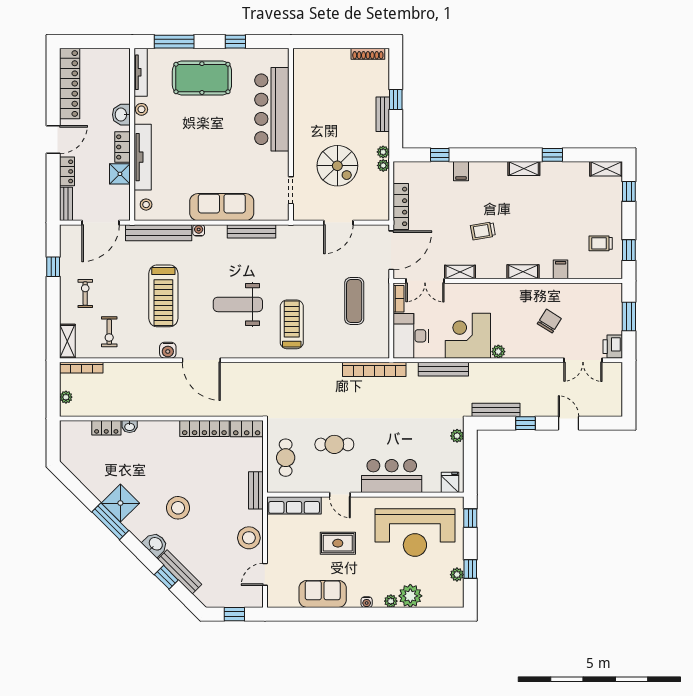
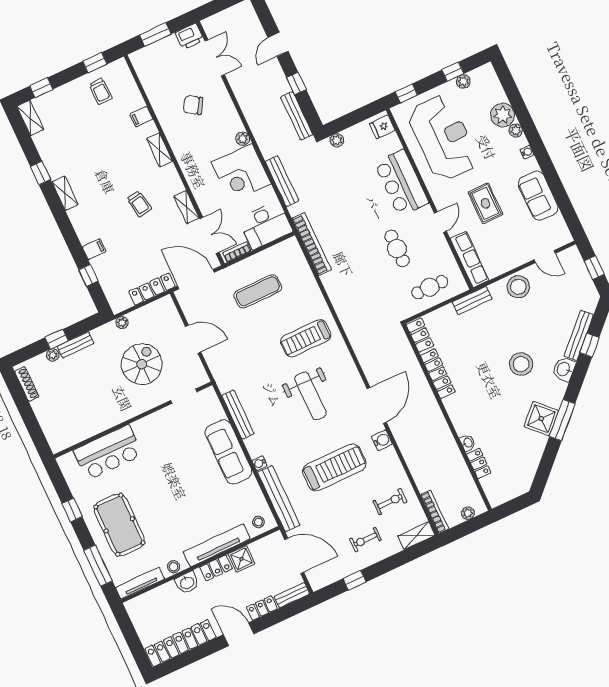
bar counter: (272, 109) -> (108, 453), width x0.73
plant: (383, 152) -> (53, 355), moved

